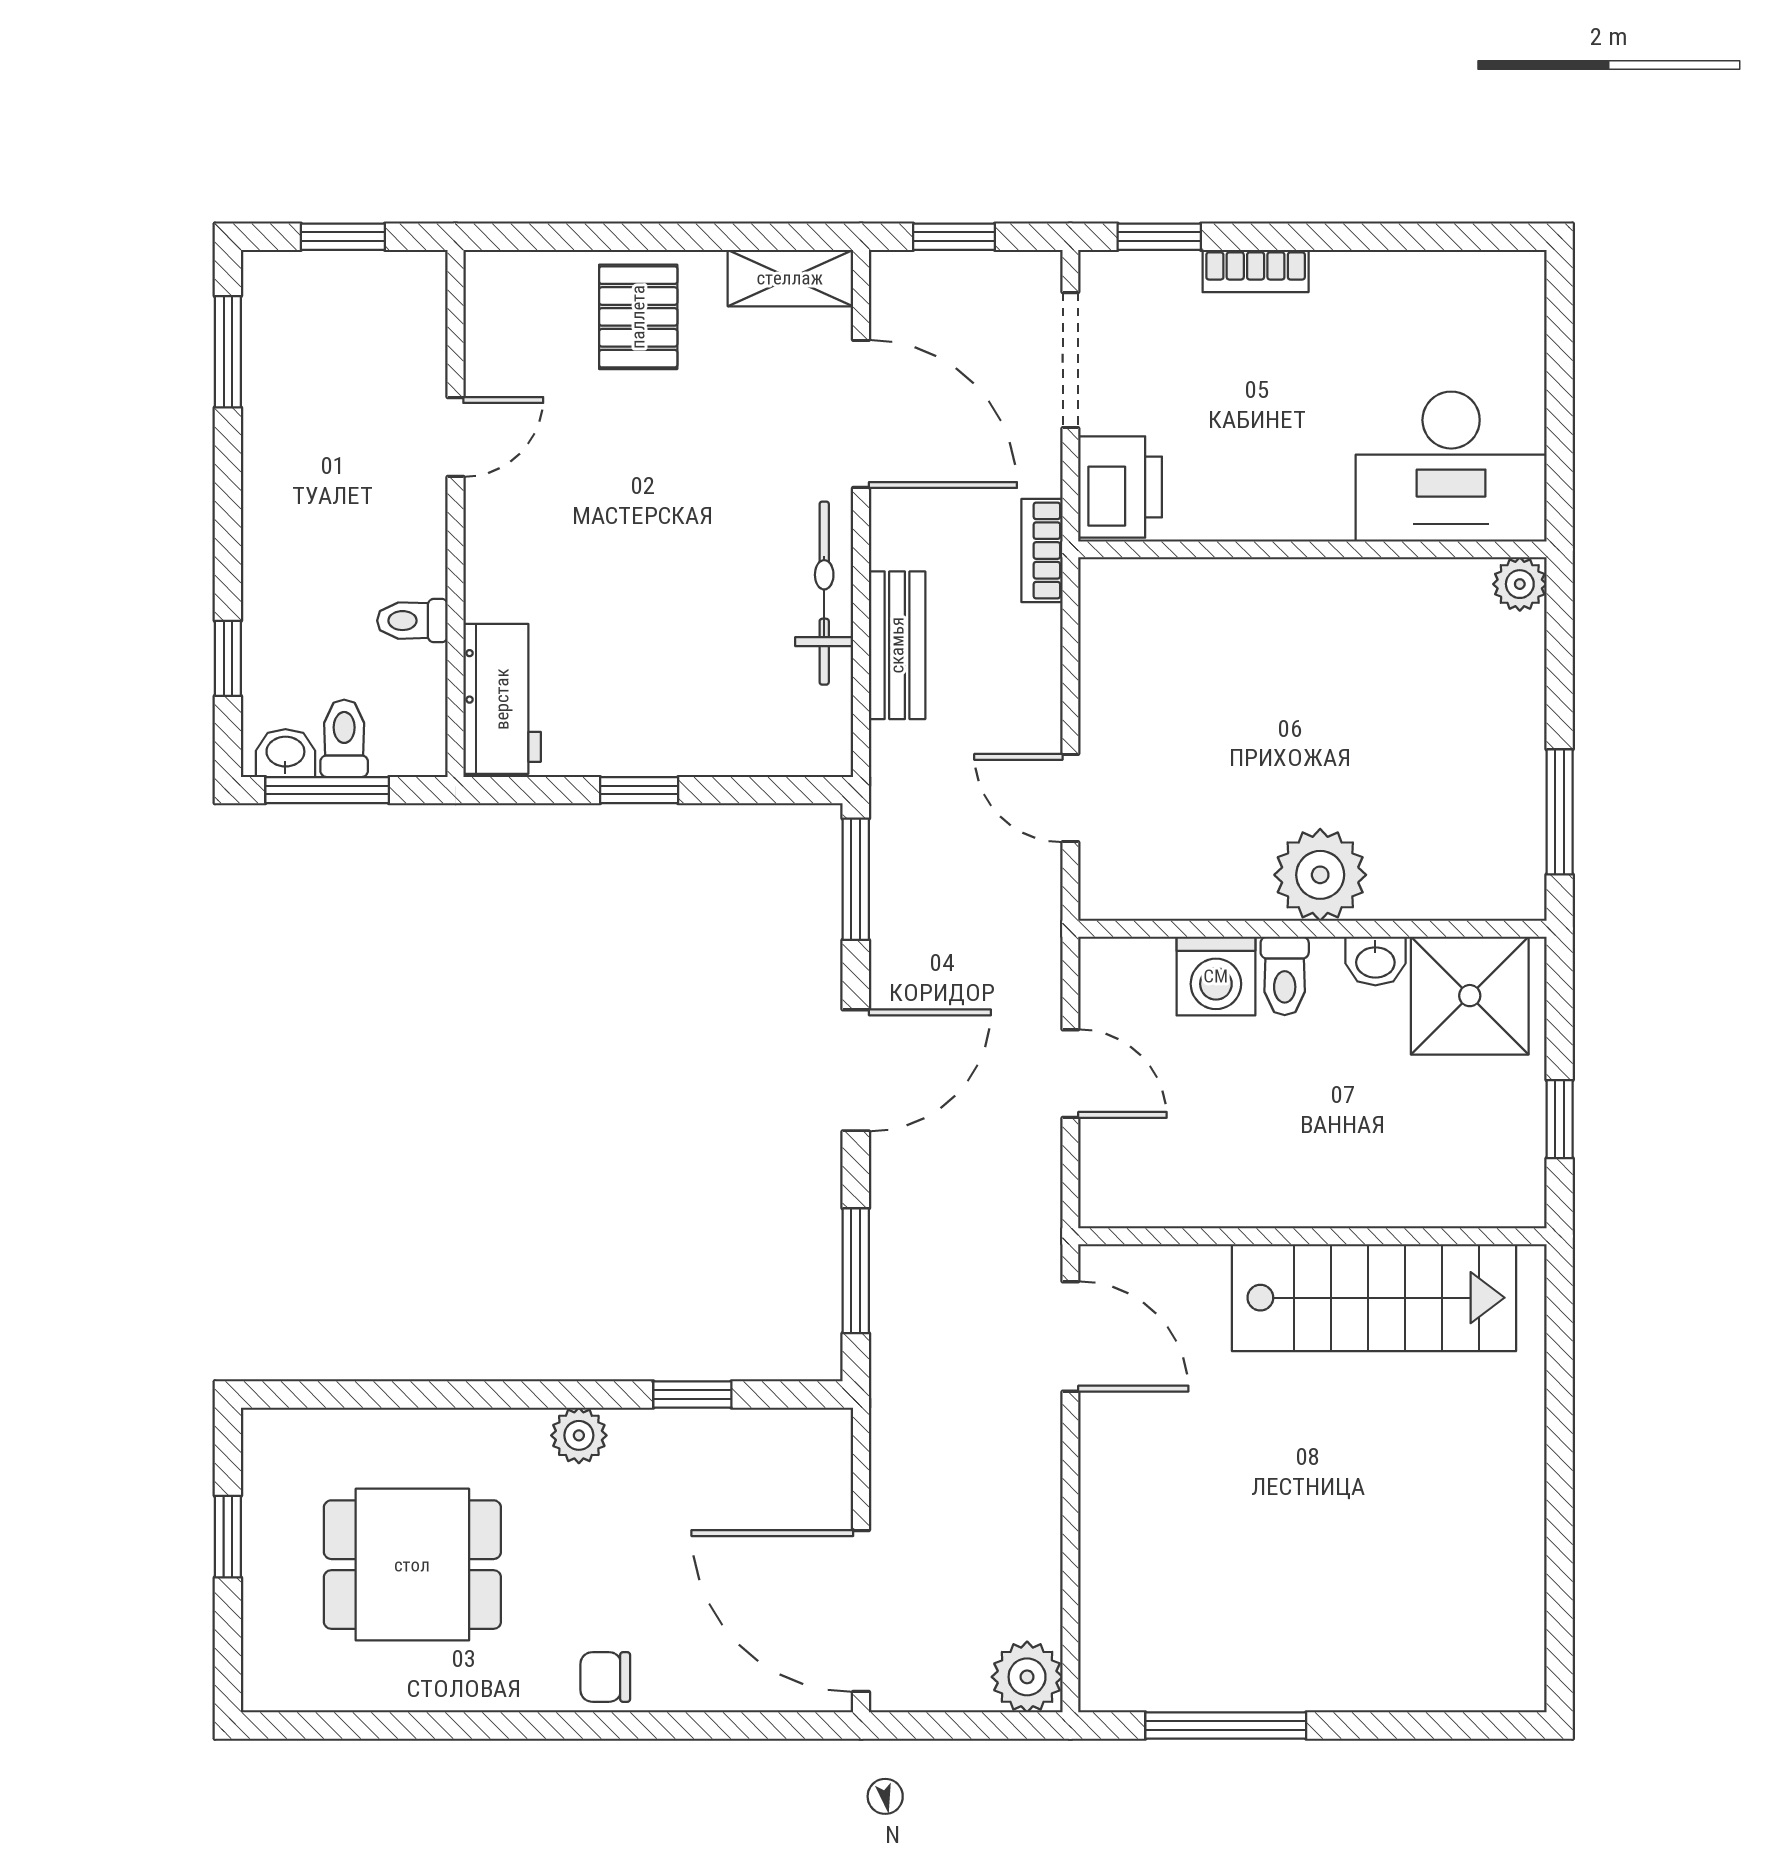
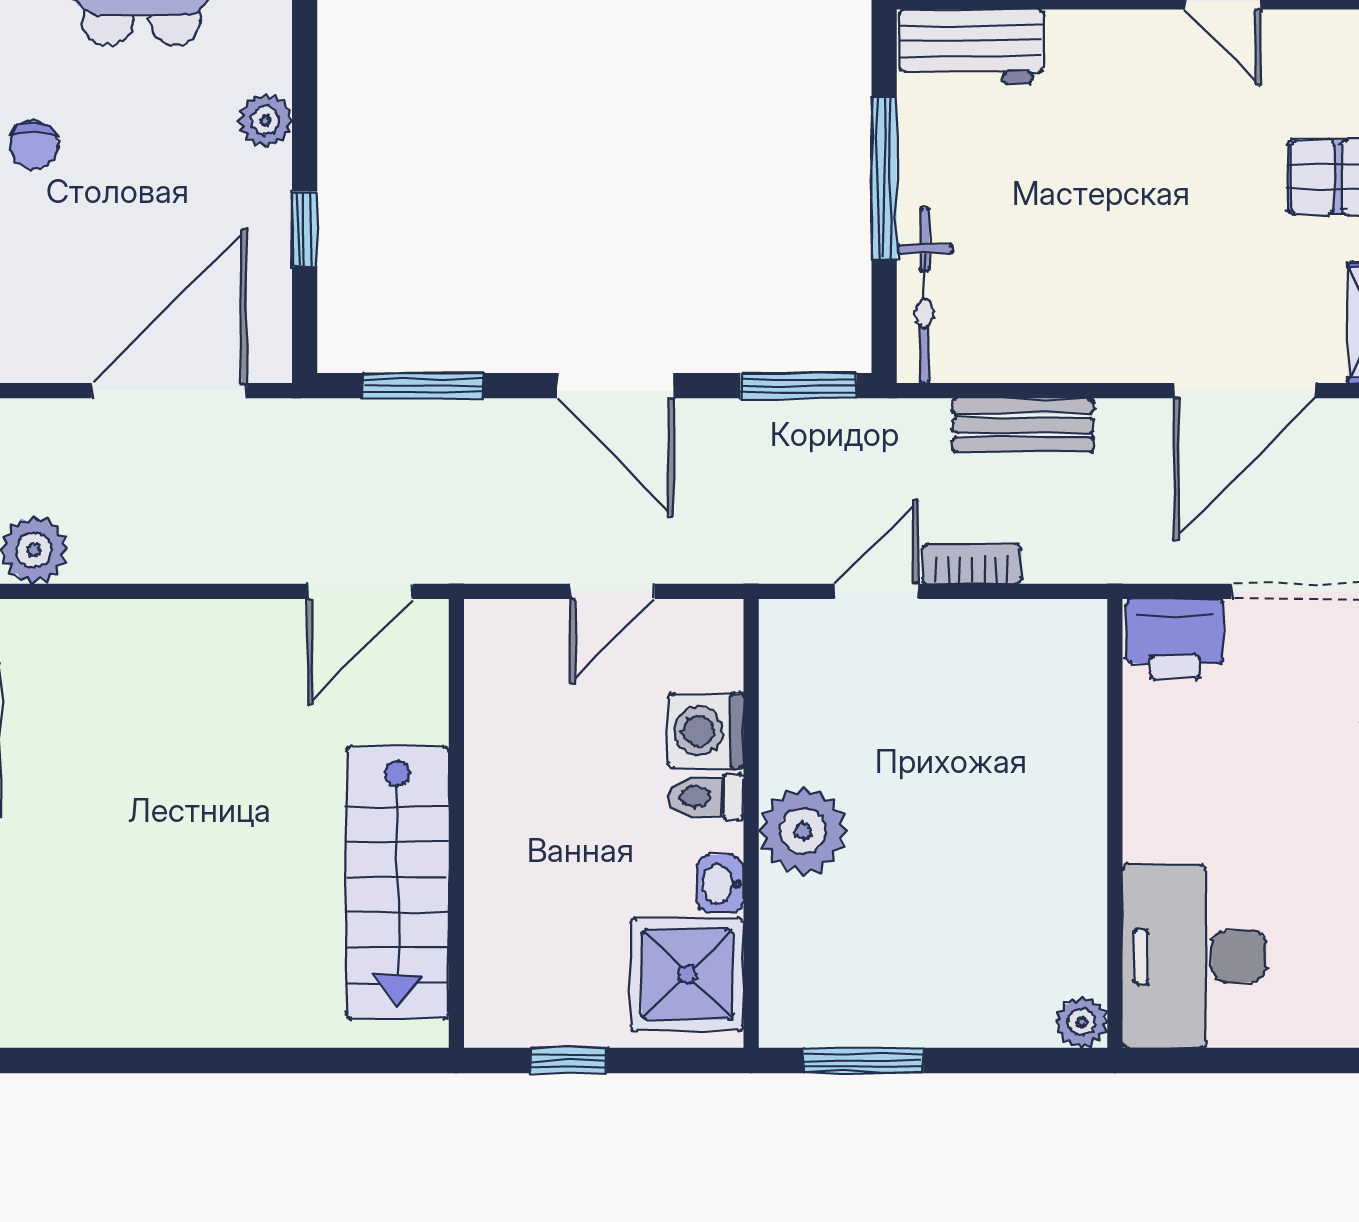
bookcase: (1042, 550) -> (972, 564), moved
bicycle: (824, 593) -> (924, 295), moved, turned 90
window: (639, 790) -> (884, 178), width x2.17
door: (861, 1611) -> (169, 391), moved
chair: (605, 1677) -> (34, 145), turned 180

